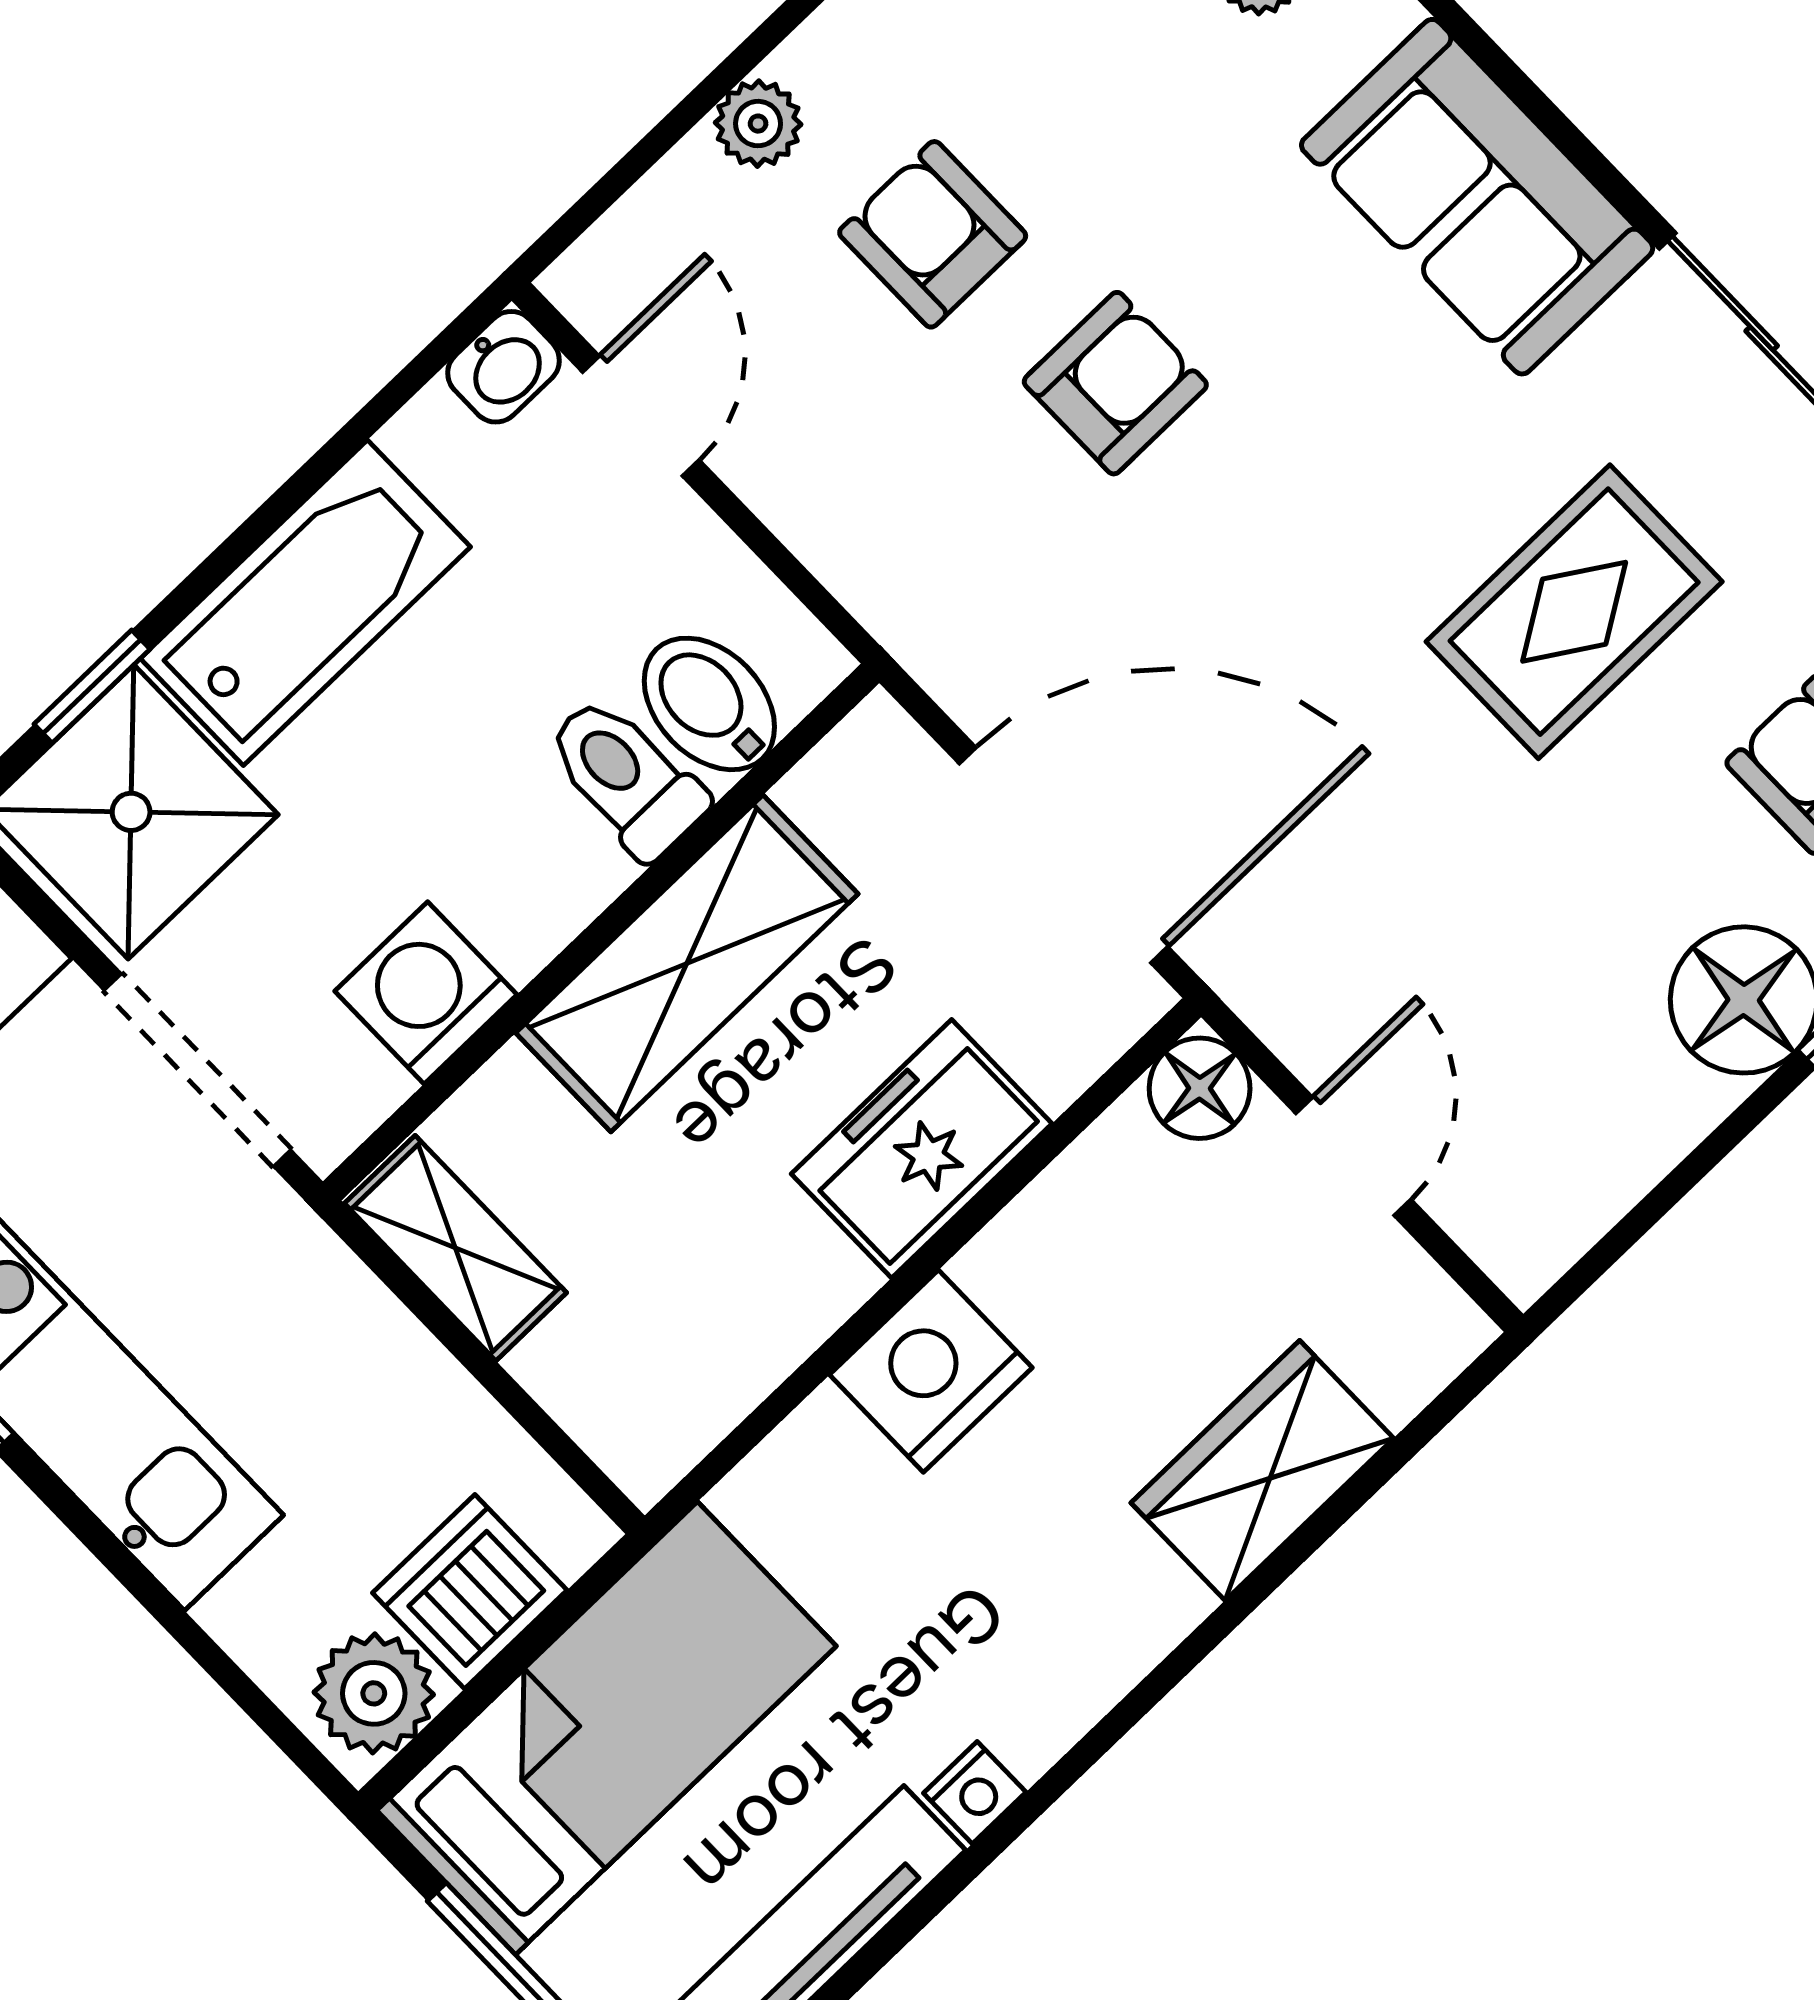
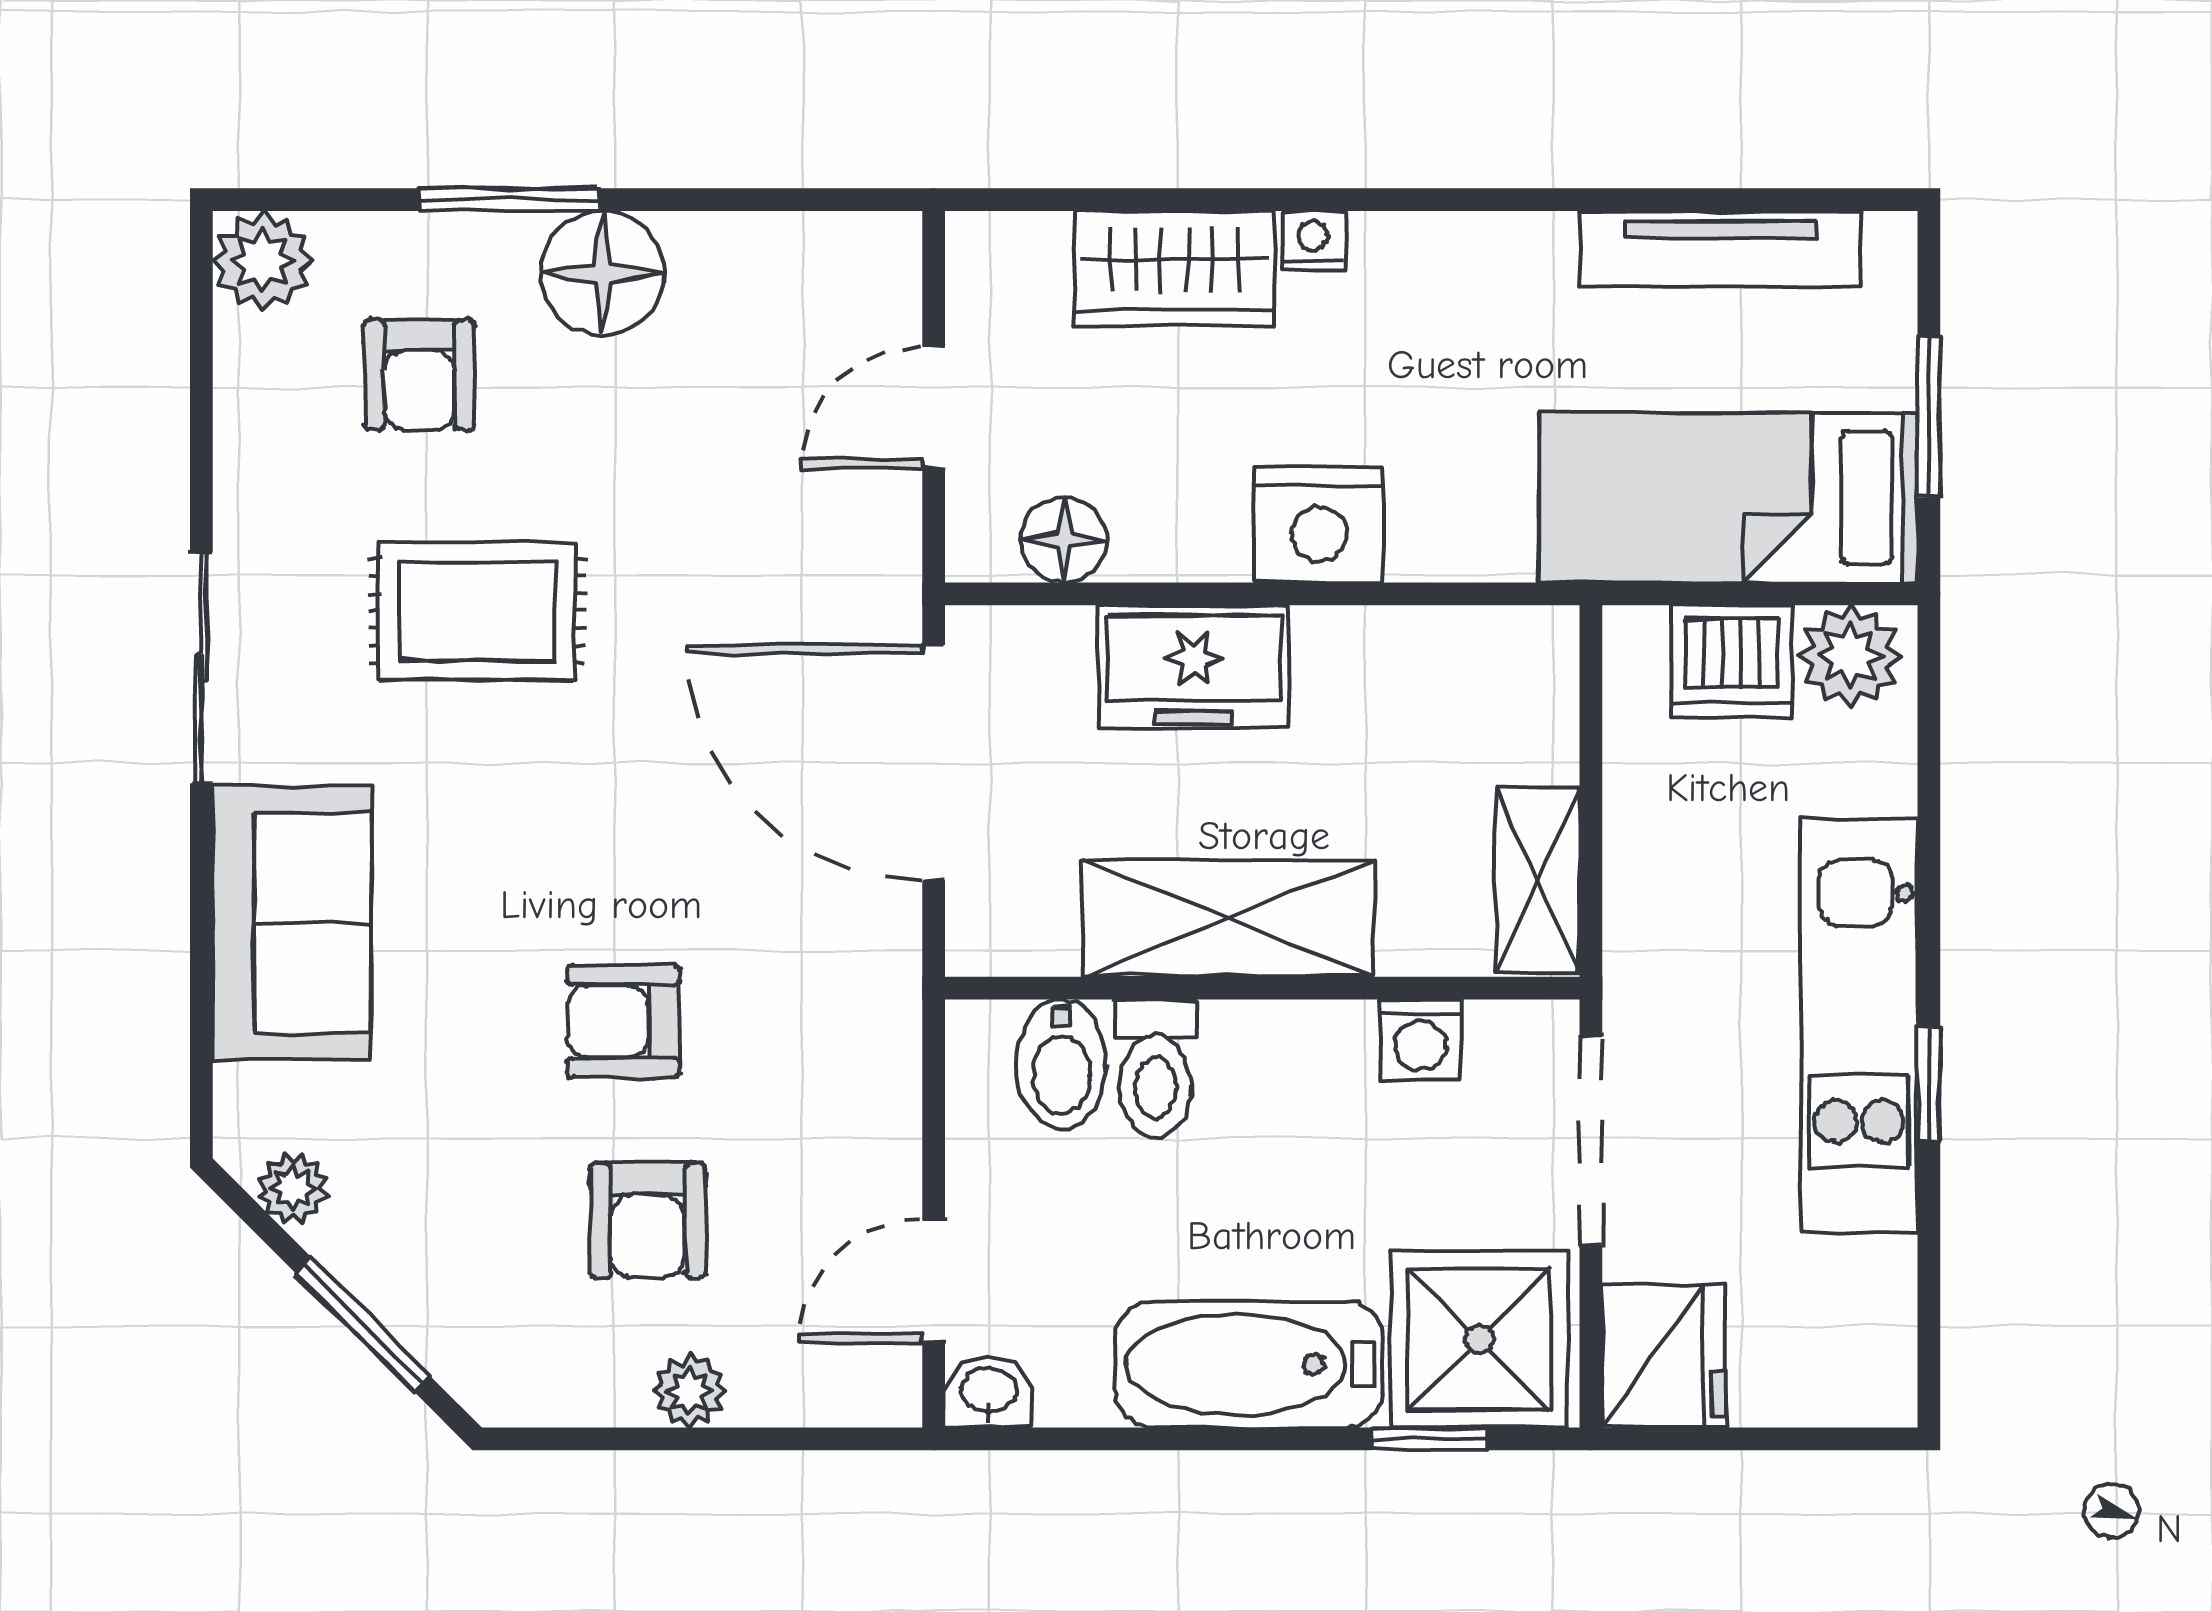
washing machine: (426, 993) -> (1420, 1039), width x0.73, depth x0.73
floor lamp: (1200, 1088) -> (1064, 540), moved
nightstand: (975, 1793) -> (1313, 241), moved

